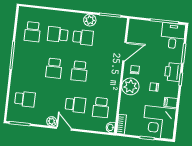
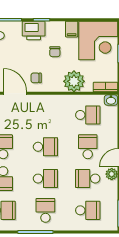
school desk: (29, 65) -> (45, 210), added
plant: (130, 86) -> (74, 81), moved
school desk: (25, 99) -> (88, 210), turned 90
school desk: (50, 102) -> (88, 179), added

